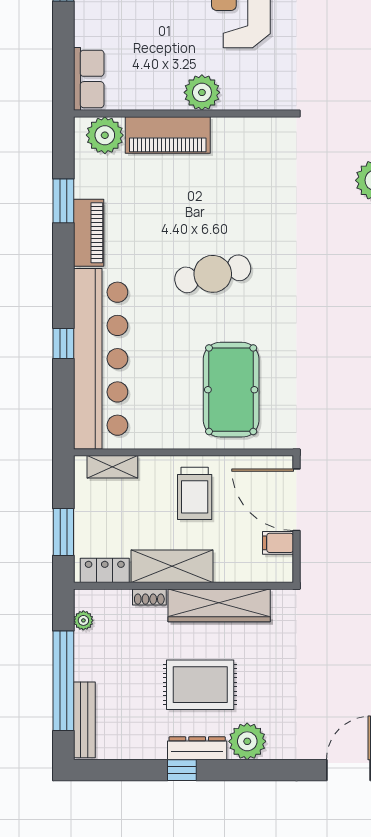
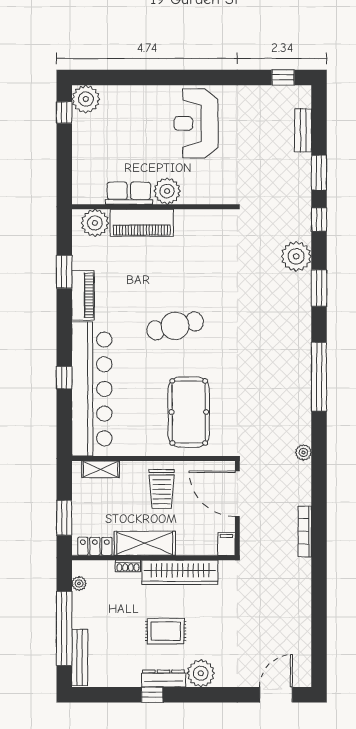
row of seats: (89, 79) -> (129, 193), moved, turned -90
filing cabinet: (278, 543) -> (226, 544), moved, turned 90
rug: (200, 685) -> (166, 631), width x0.73, depth x0.70

